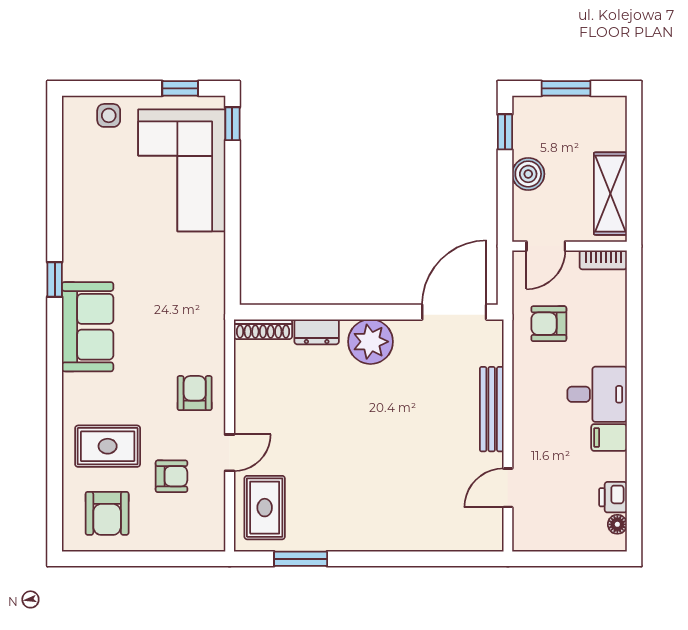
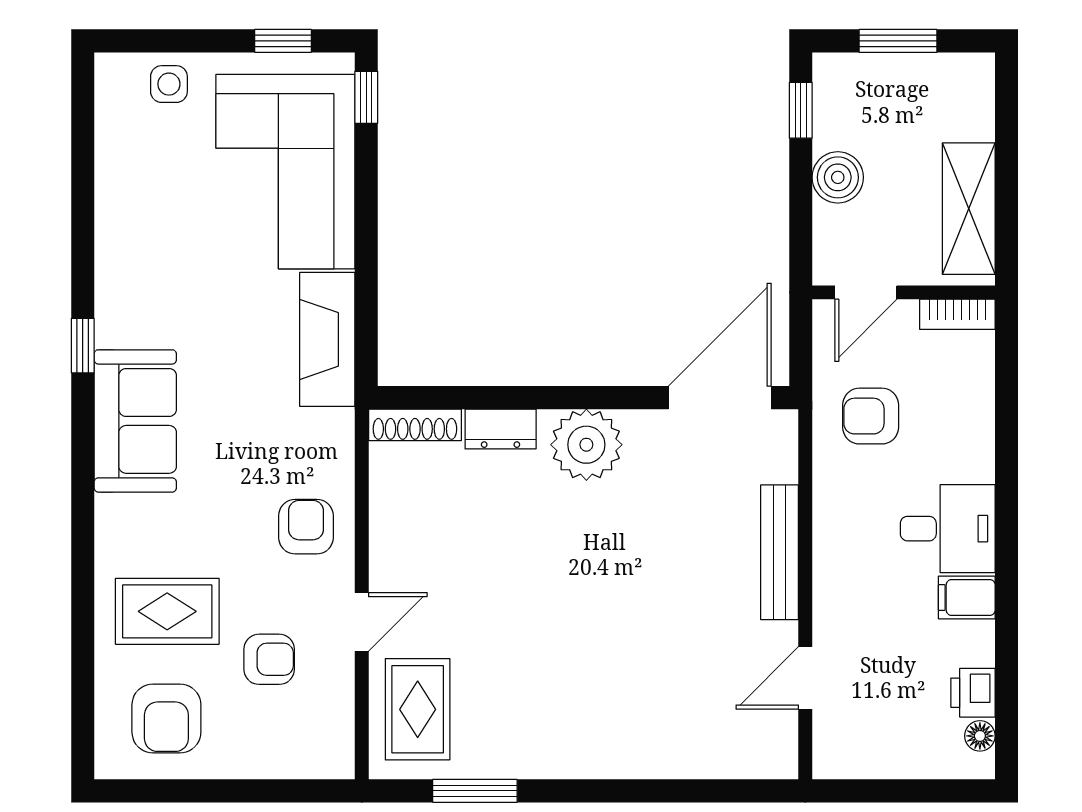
fireplace: (208, 276) -> (327, 339), added

